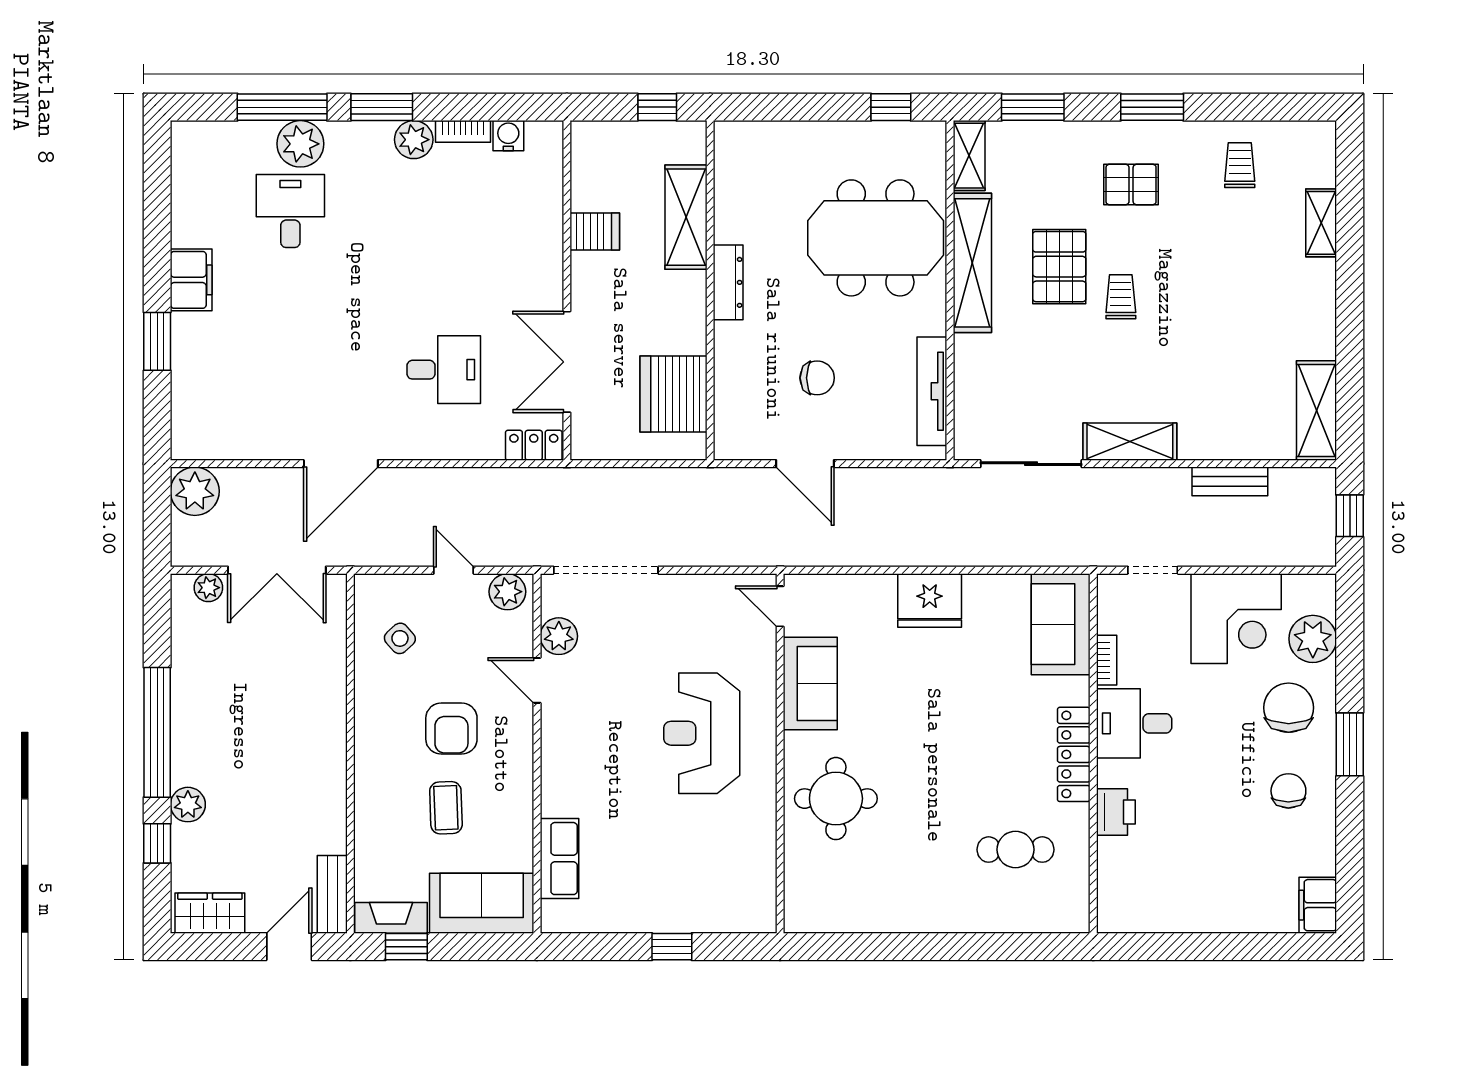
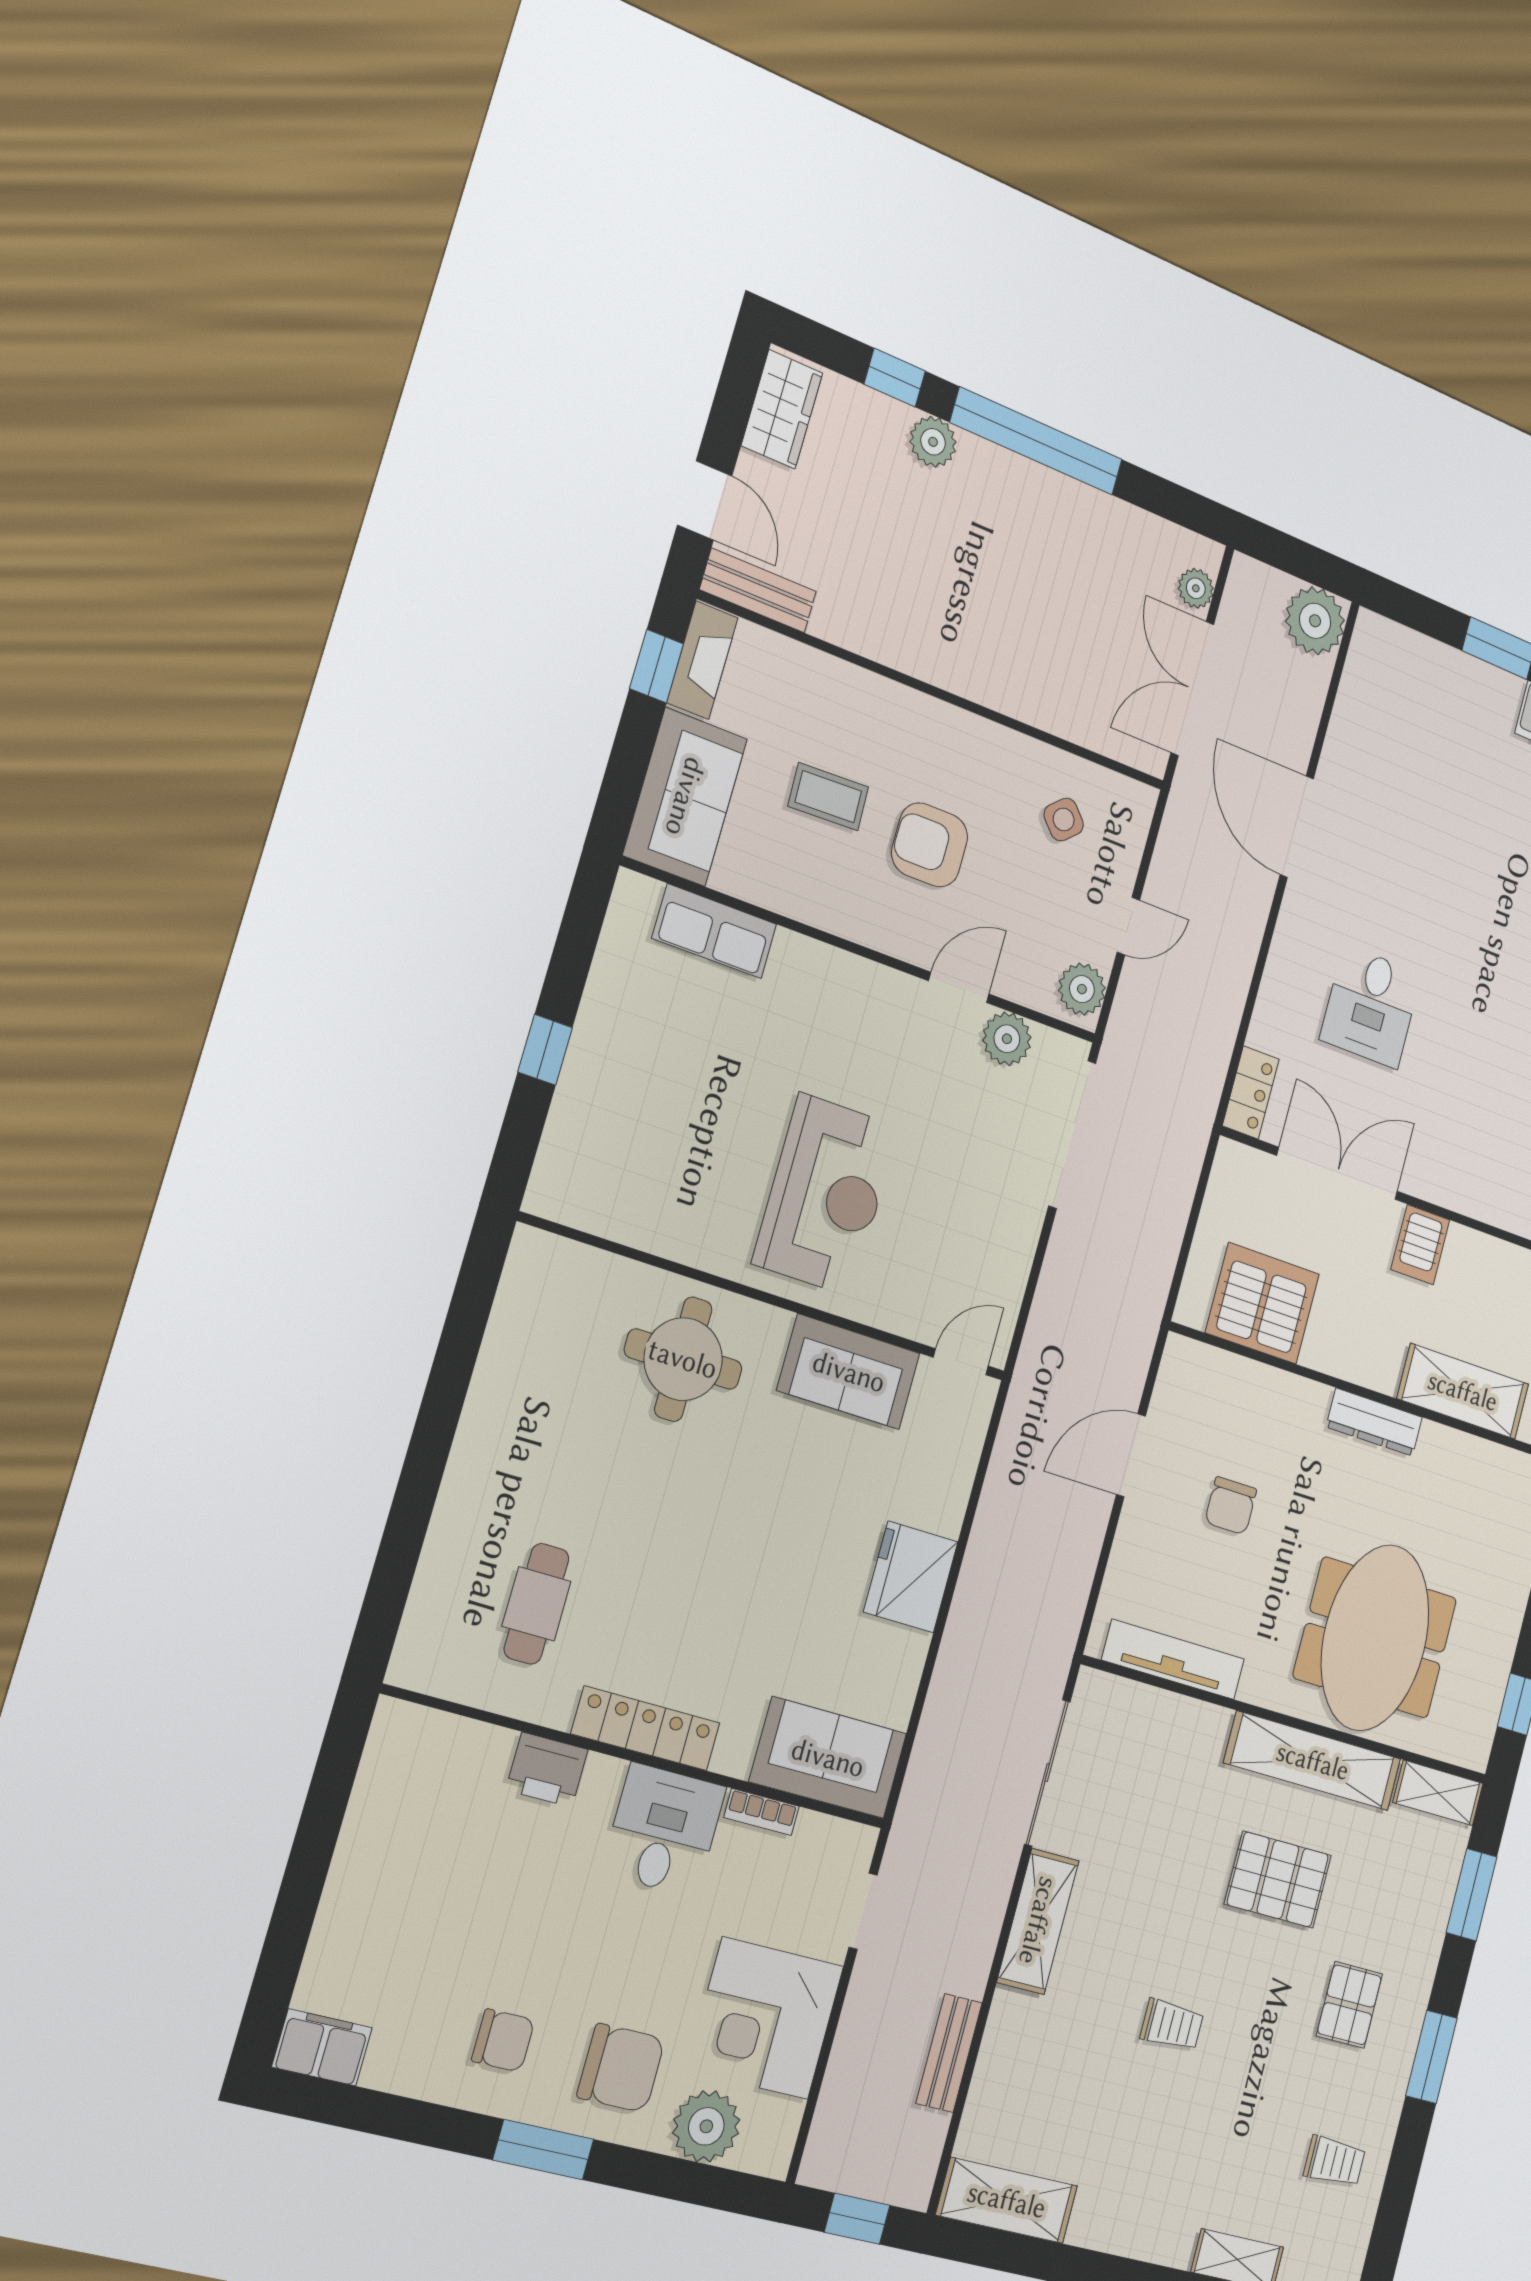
server rack: (595, 231) -> (1420, 1245), moved
trolley: (1121, 297) -> (1172, 2025), moved
reception desk: (702, 733) -> (826, 1195), turned 90

